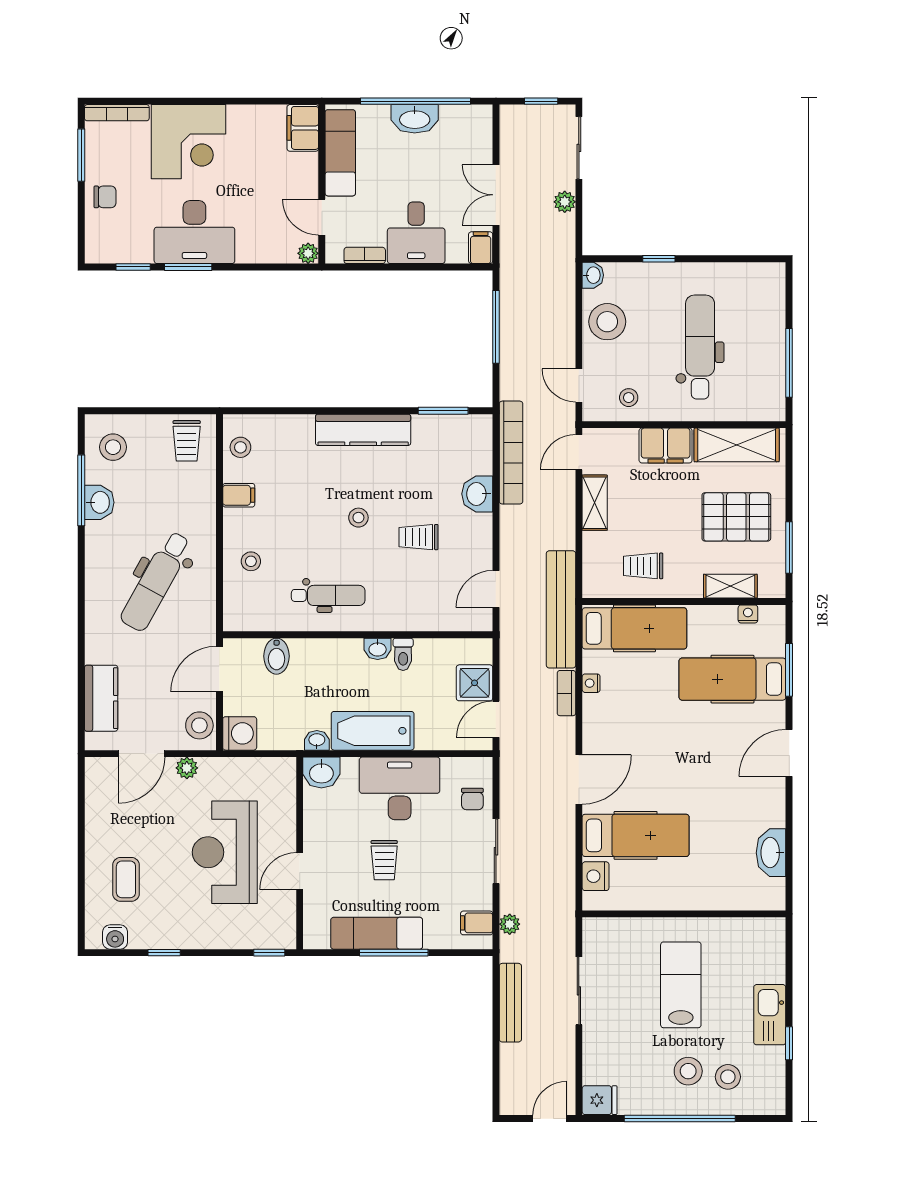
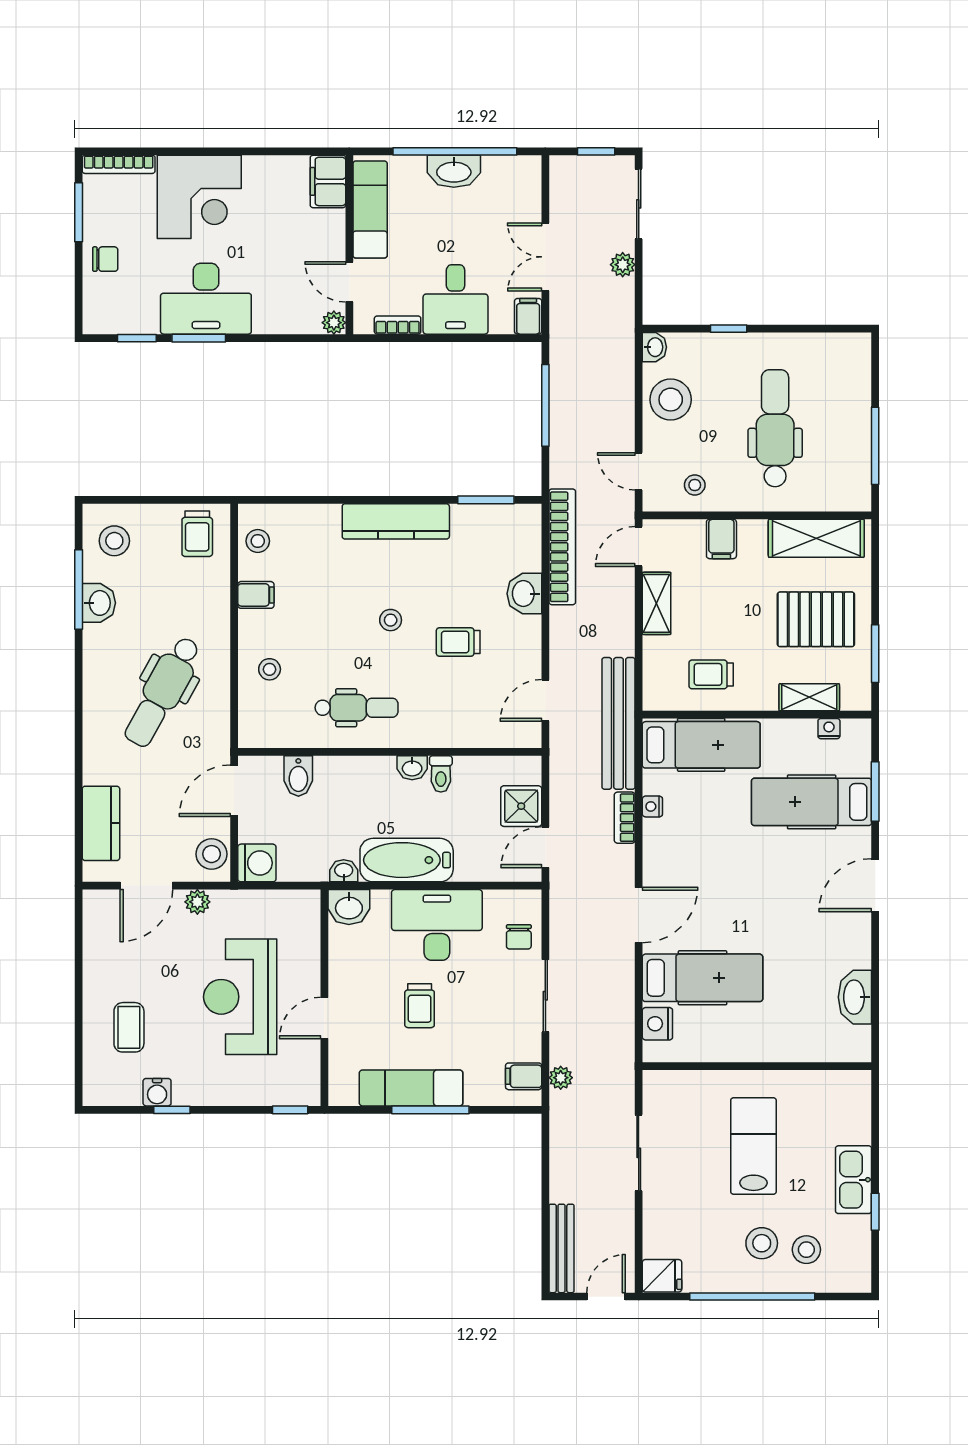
filing cabinet: (666, 445) -> (721, 539), width x0.50
water cooler: (115, 937) -> (157, 1092), moved
bench: (510, 1003) -> (562, 1248), moved

